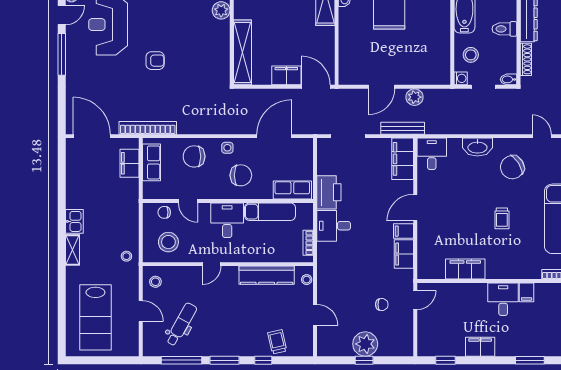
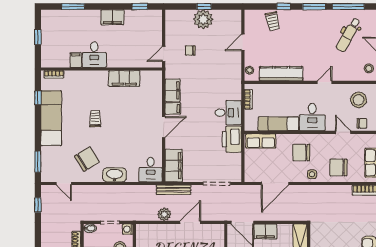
chair: (194, 156) -> (338, 167), turned 180
door: (315, 315) -> (243, 42), hinge flipped

